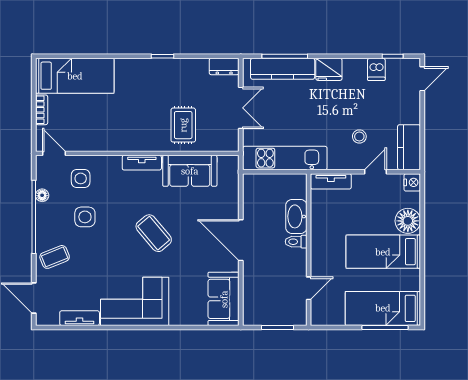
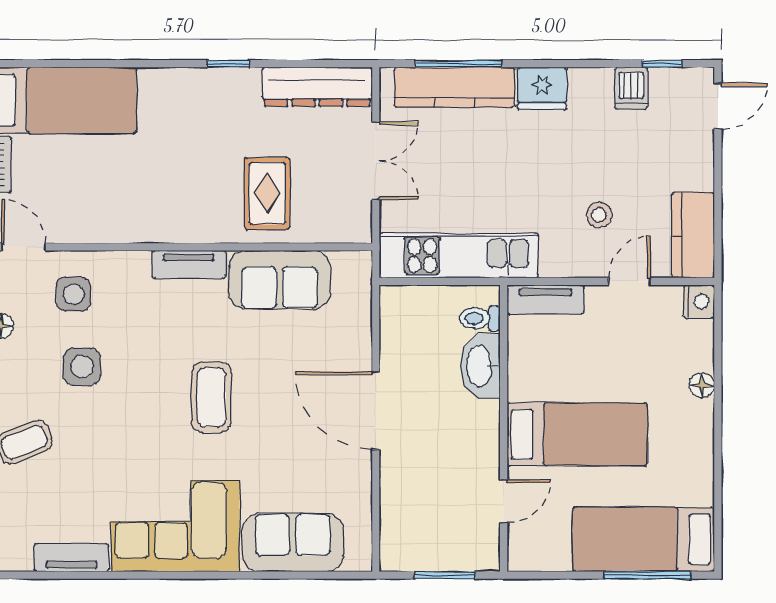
dresser: (224, 66) -> (317, 87), width x1.96, depth x1.24
floor lamp: (408, 221) -> (702, 385), width x0.53, depth x0.53
coffee table: (154, 233) -> (211, 397), turned 40
toilet: (296, 242) -> (480, 318), moved
bed: (383, 252) -> (577, 434), moved, turned 180
sofa: (224, 299) -> (293, 543), moved, turned 90

